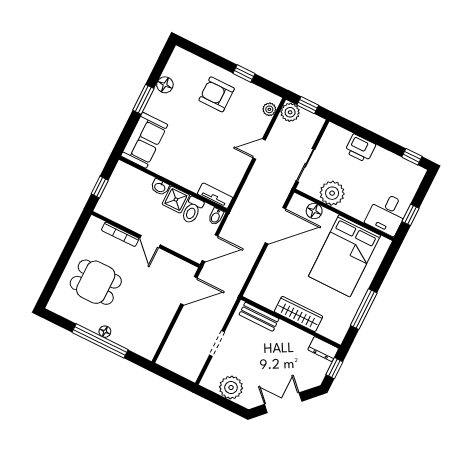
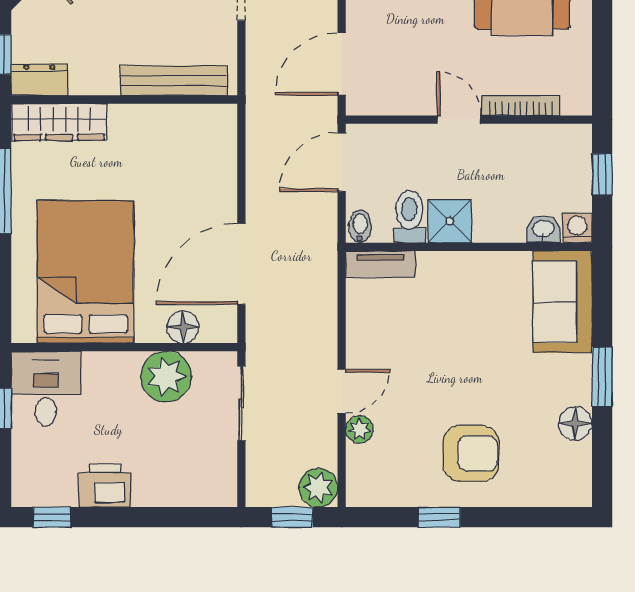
plant: (269, 109) -> (359, 429), moved
printer: (360, 148) -> (105, 485), moved
washing machine: (122, 169) -> (577, 228), added
washbasin: (160, 187) -> (543, 229), moved
wardrobe: (299, 314) -> (59, 122), moved
bench: (259, 317) -> (174, 81), width x1.36

